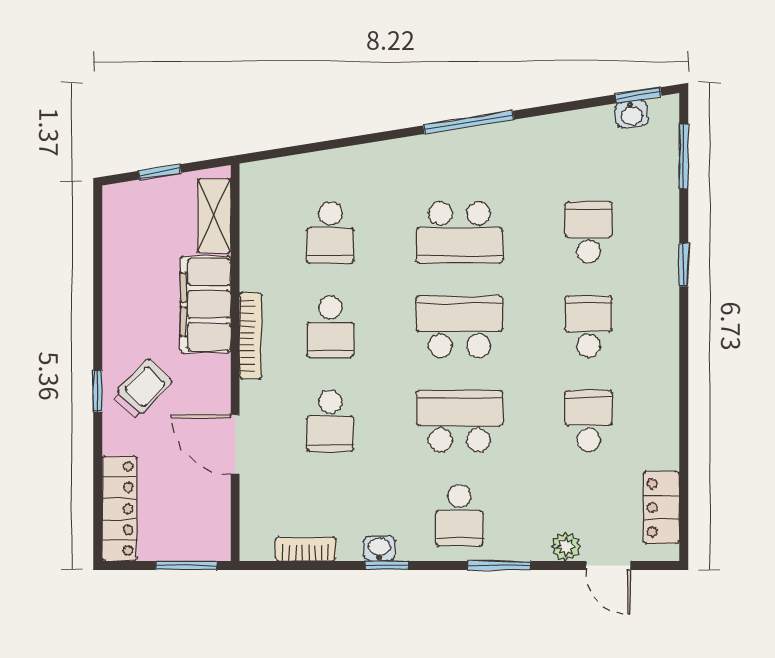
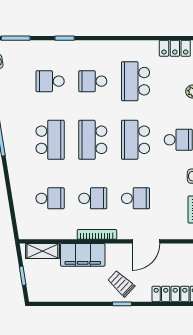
school desk: (589, 421) -> (136, 81), width x1.85

